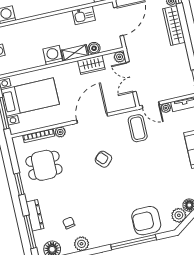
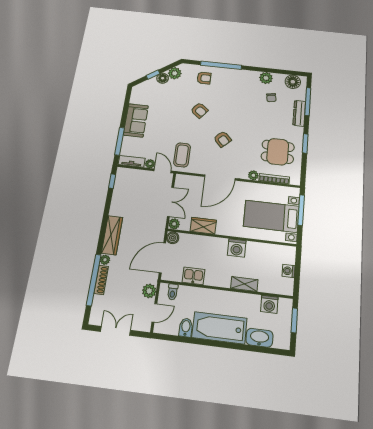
boiler: (94, 48) -> (173, 238), moved
shelving: (75, 53) -> (244, 284), moved
armchair: (138, 182) -> (199, 110), added
armchair: (146, 221) -> (204, 78), width x0.53, depth x0.53

